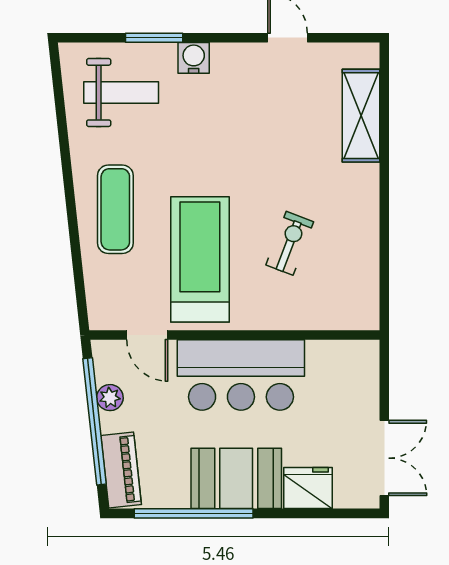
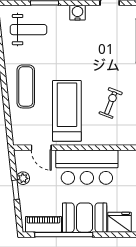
water cooler: (194, 58) -> (78, 13), moved
window: (95, 421) -> (16, 190), width x0.32
piano: (121, 470) -> (43, 224), moved, turned -84

